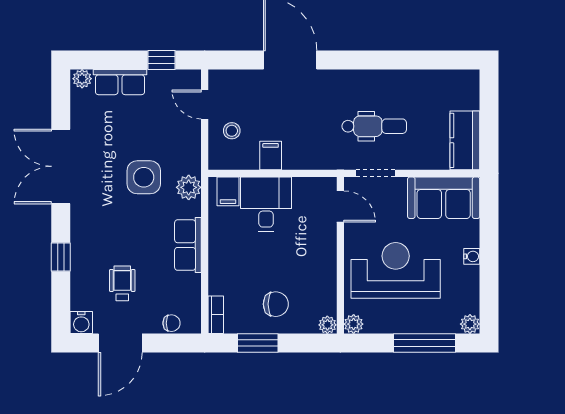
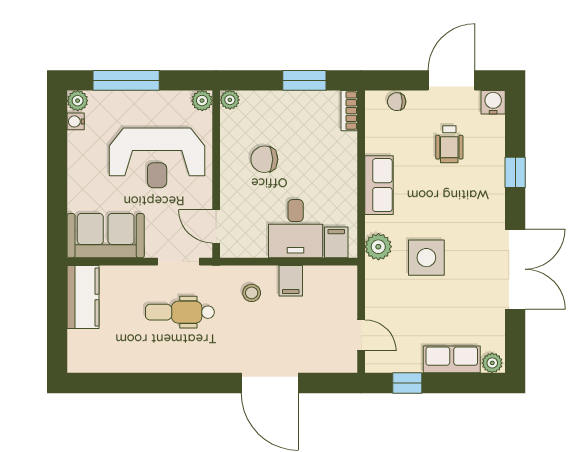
stool: (232, 131) -> (252, 293), moved
water cooler: (472, 256) -> (76, 121), moved
chair: (276, 304) -> (264, 159), moved

